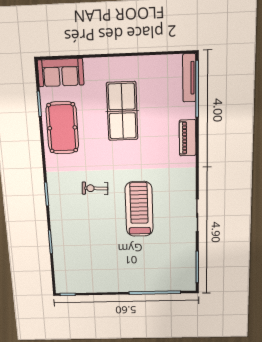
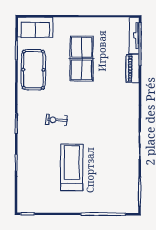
piano: (188, 138) -> (133, 69), moved
treadmill: (139, 209) -> (72, 167), moved

